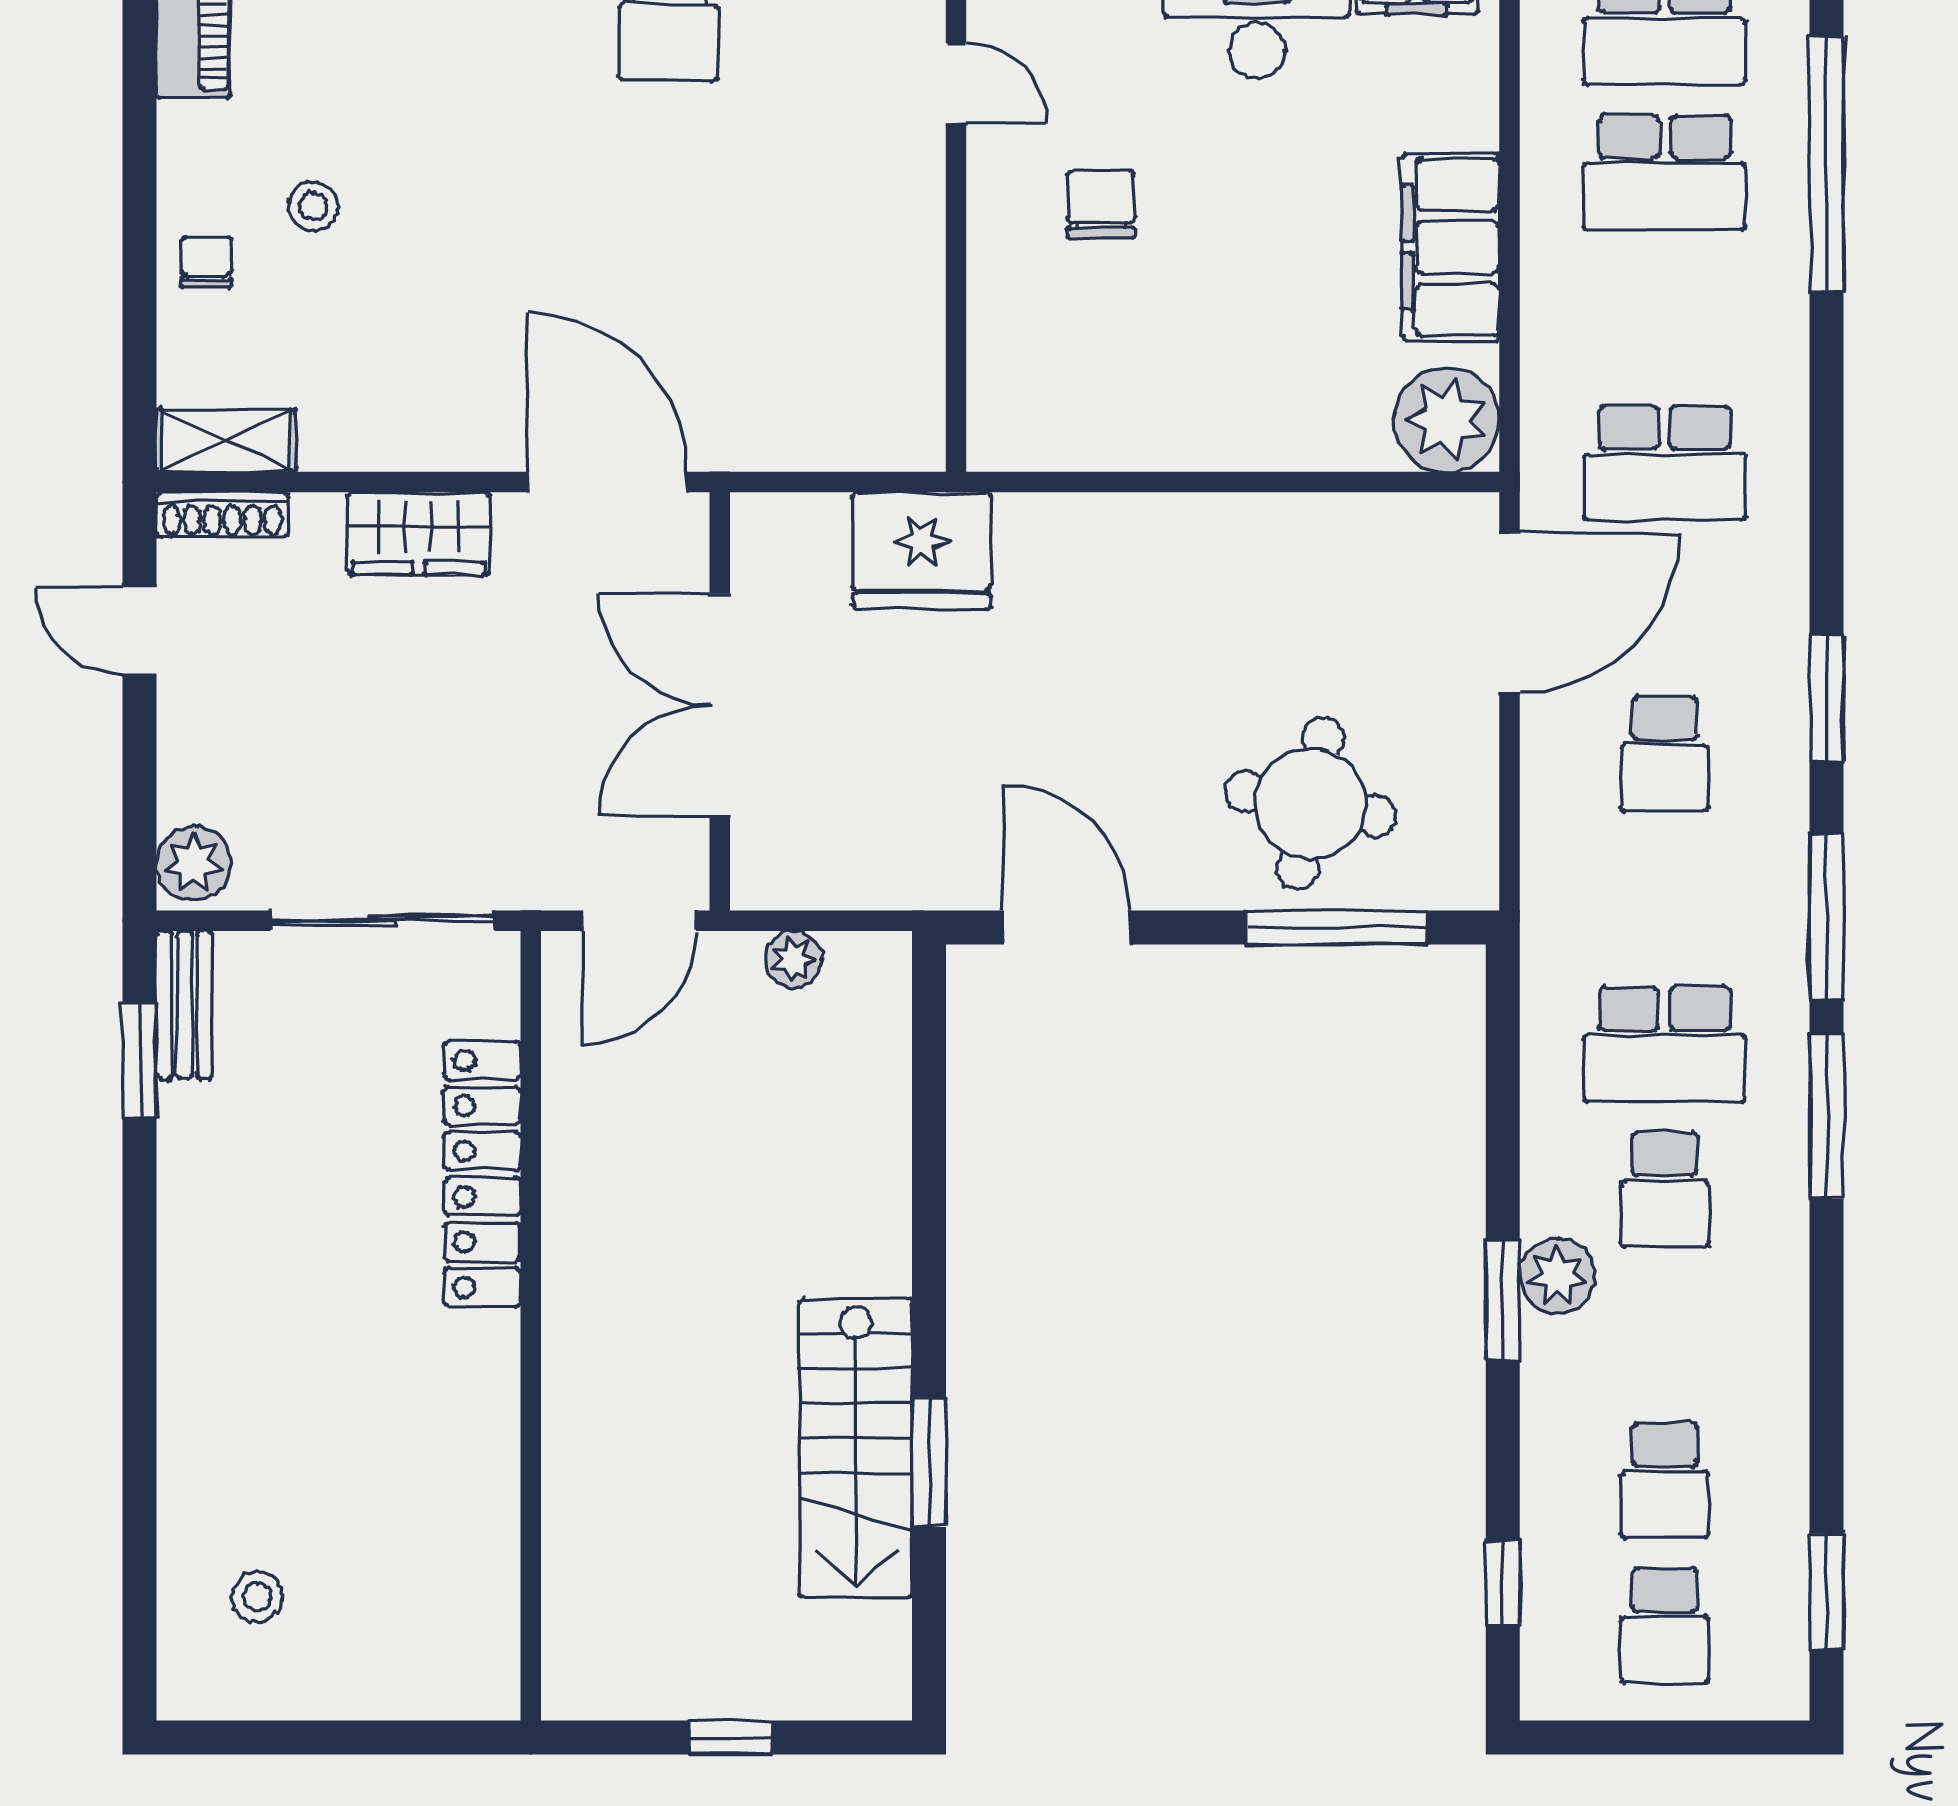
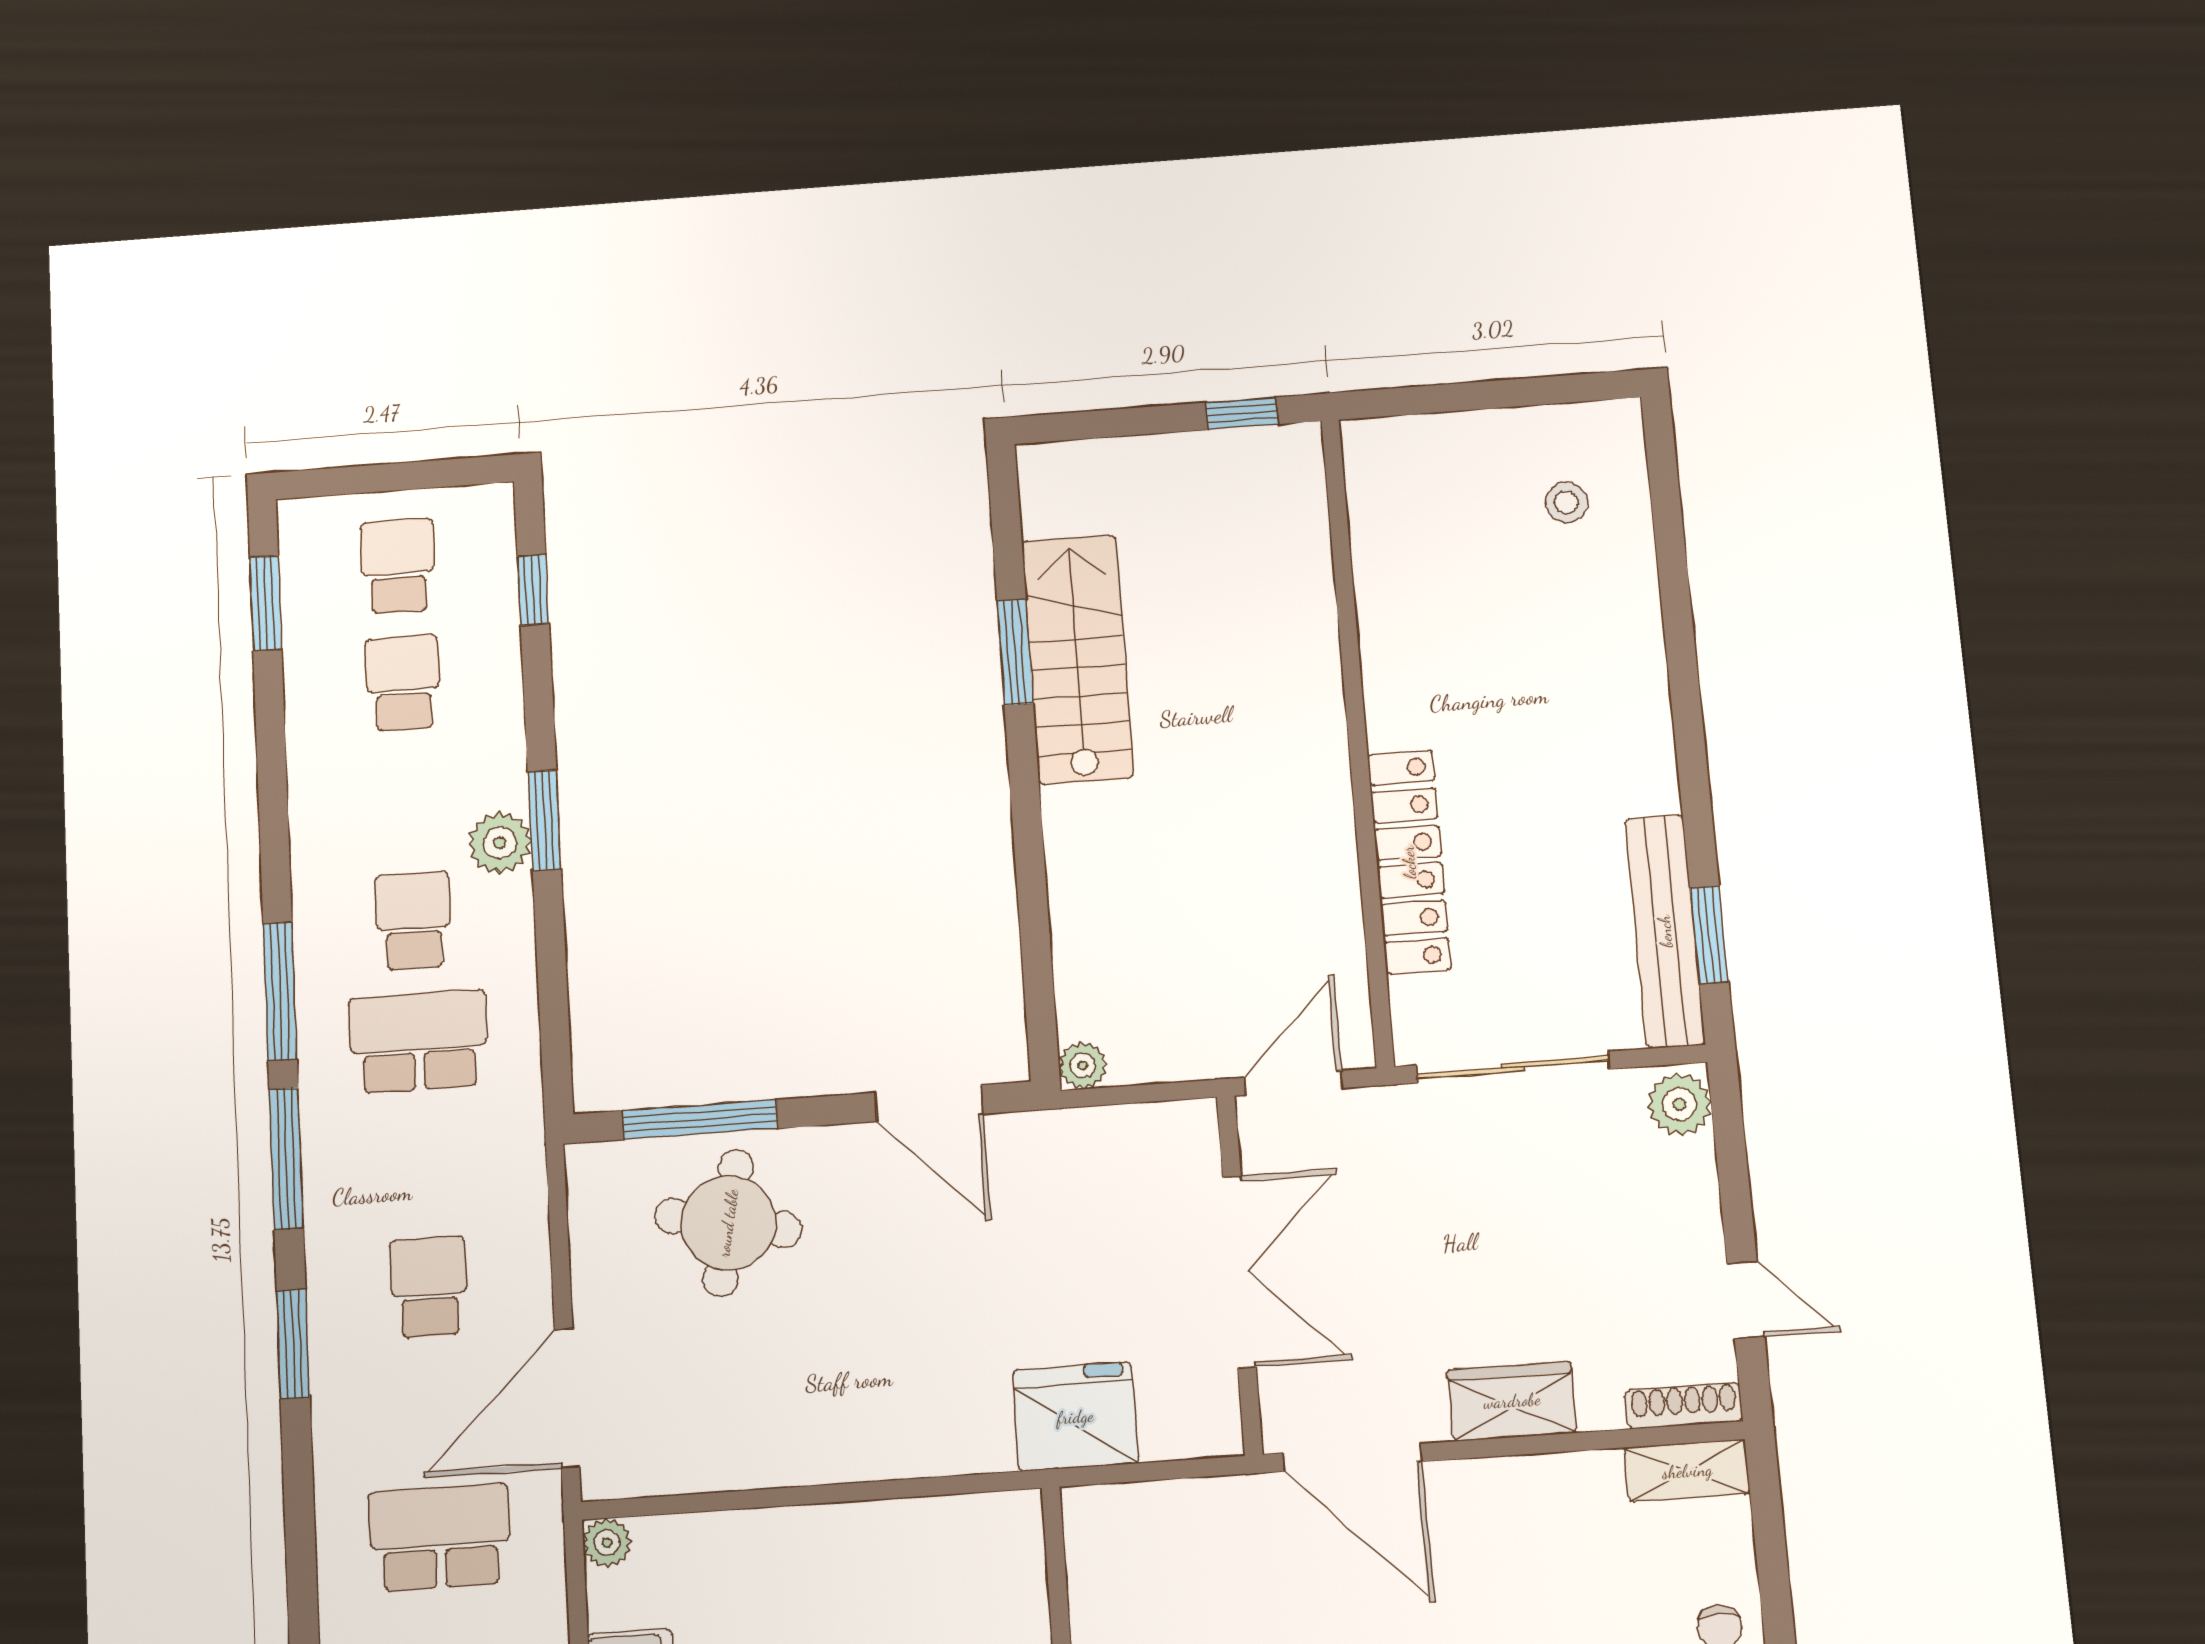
plant: (1447, 419) -> (607, 1543), width x0.53, depth x0.53
plant: (794, 959) -> (1083, 1066), moved
bench: (185, 1005) -> (1665, 931), width x1.86, depth x1.21
window: (731, 1737) -> (1242, 413), moved

